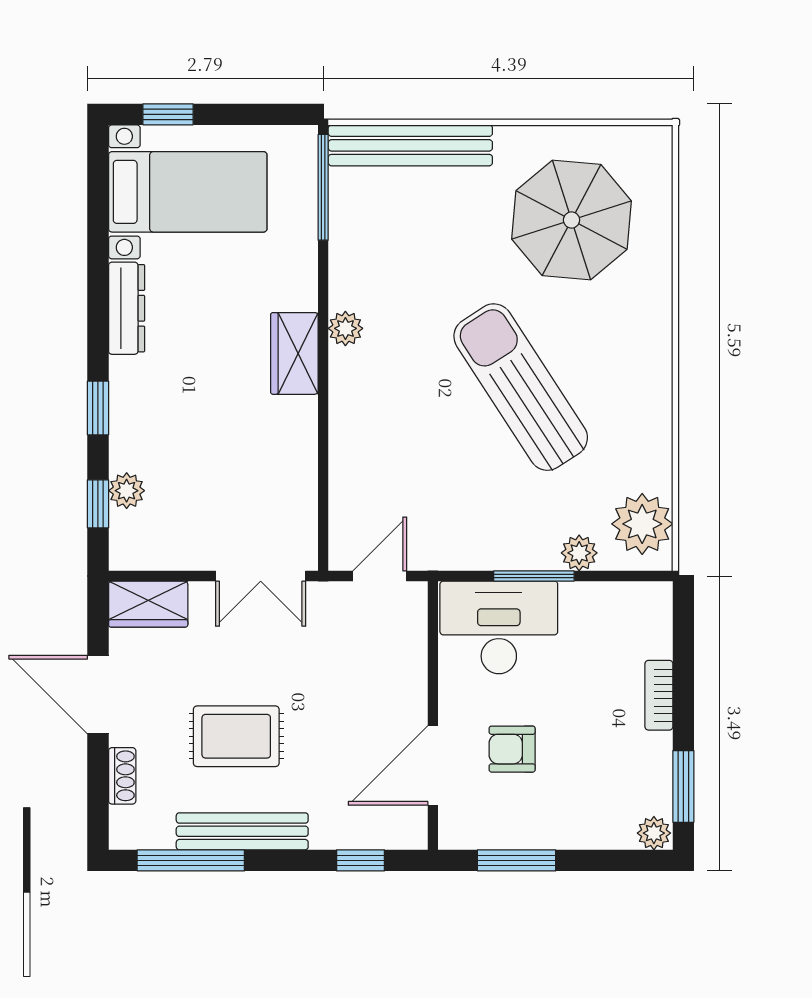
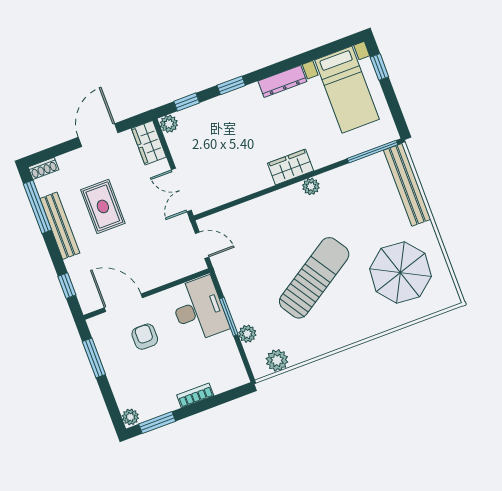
plant: (127, 491) -> (169, 124), moved
plant: (642, 524) -> (277, 360), width x0.73, depth x0.73
shoe rack: (122, 776) -> (43, 168), moved

